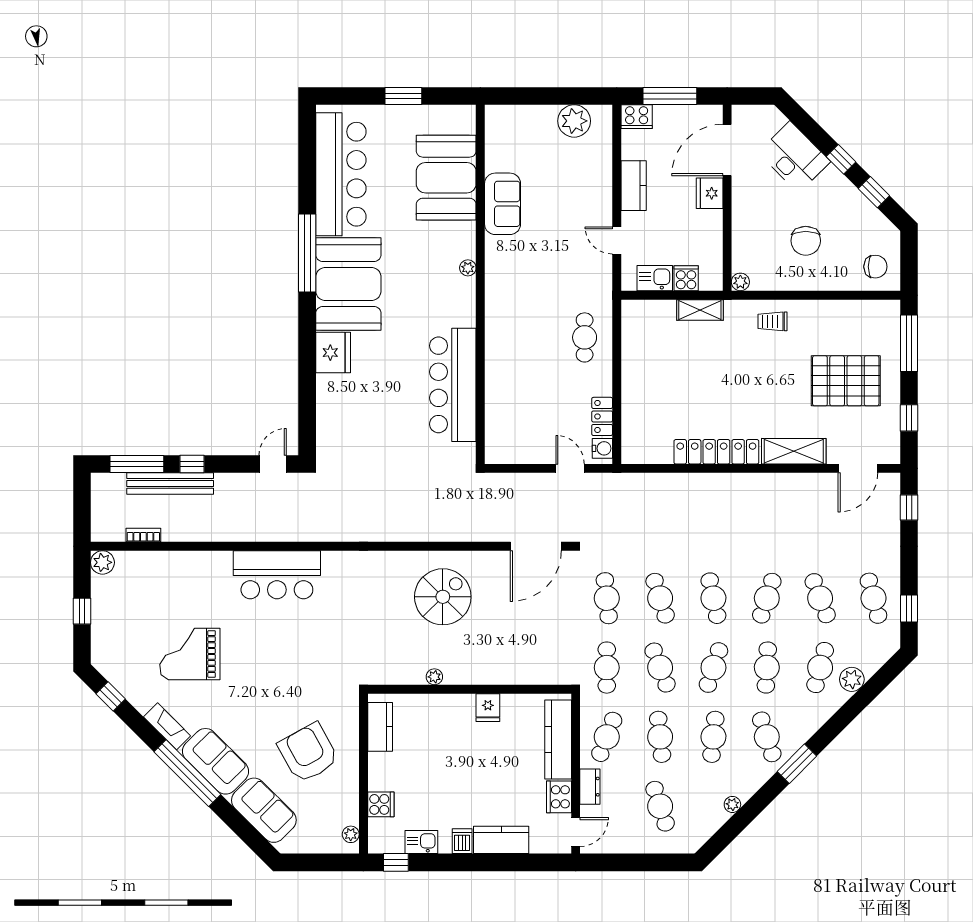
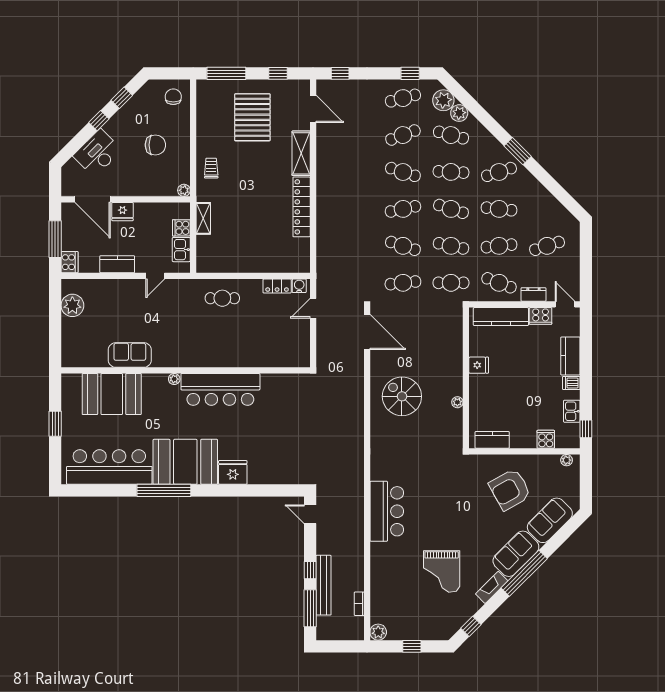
trolley: (772, 321) -> (211, 168), turned 180
bar counter: (453, 385) -> (220, 389), moved
cafe table: (660, 598) -> (403, 246), turned 36
cafe table: (660, 668) -> (451, 246), turned 33
plant: (732, 804) -> (443, 100), moved, width x1.88, depth x1.88

